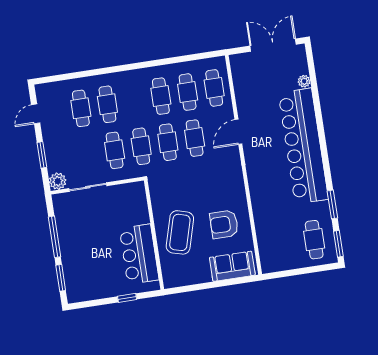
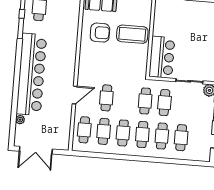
cafe table: (168, 142) -> (142, 135), moved
coffee table: (180, 232) -> (132, 34), turned 74
bar counter: (139, 254) -> (162, 57), moved

